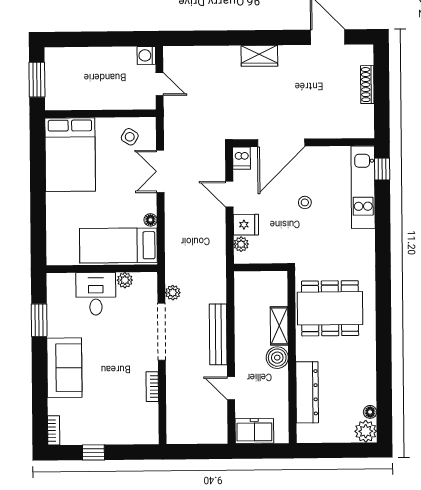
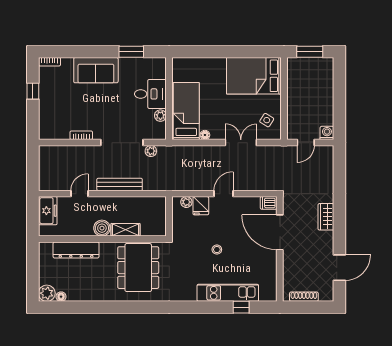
door: (281, 143) -> (280, 232), moved
wall: (304, 143) -> (280, 249), moved
dishwasher: (242, 158) -> (269, 203), moved

